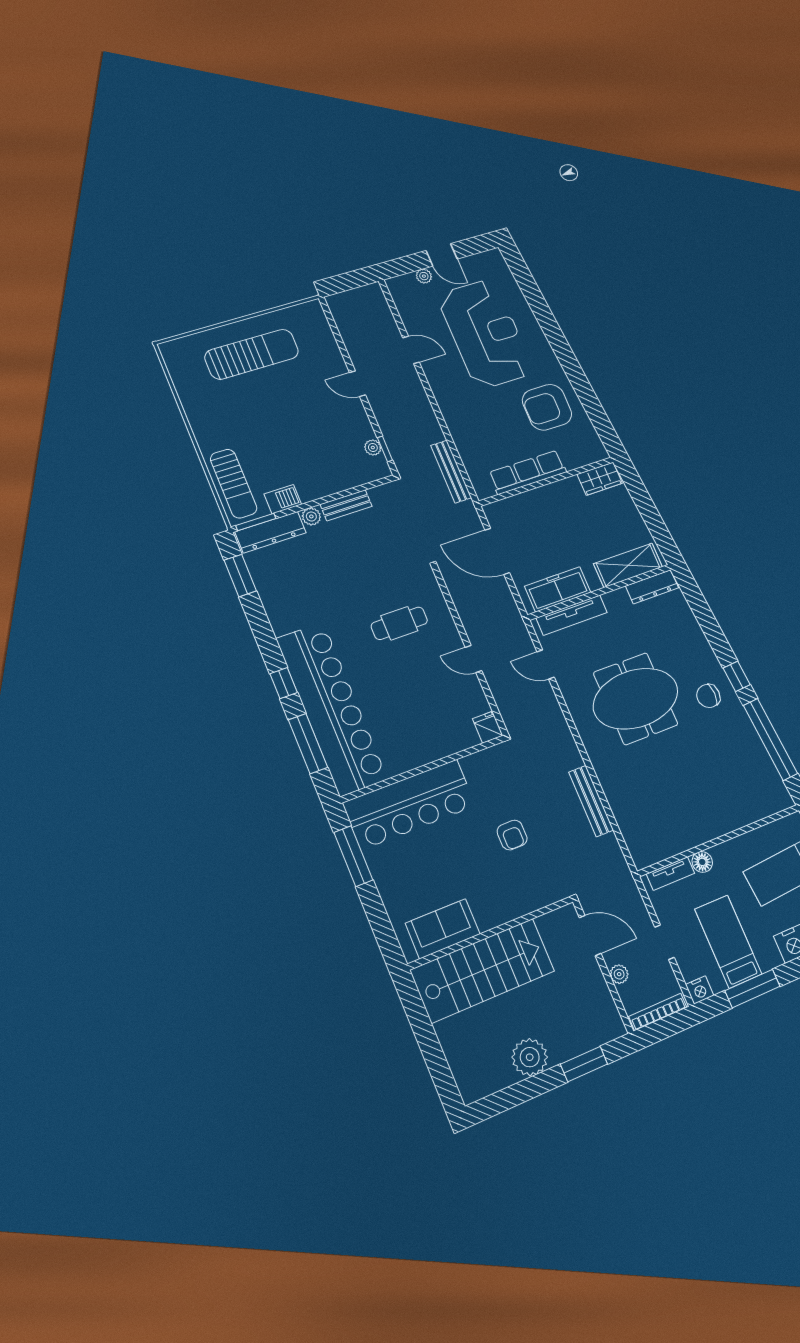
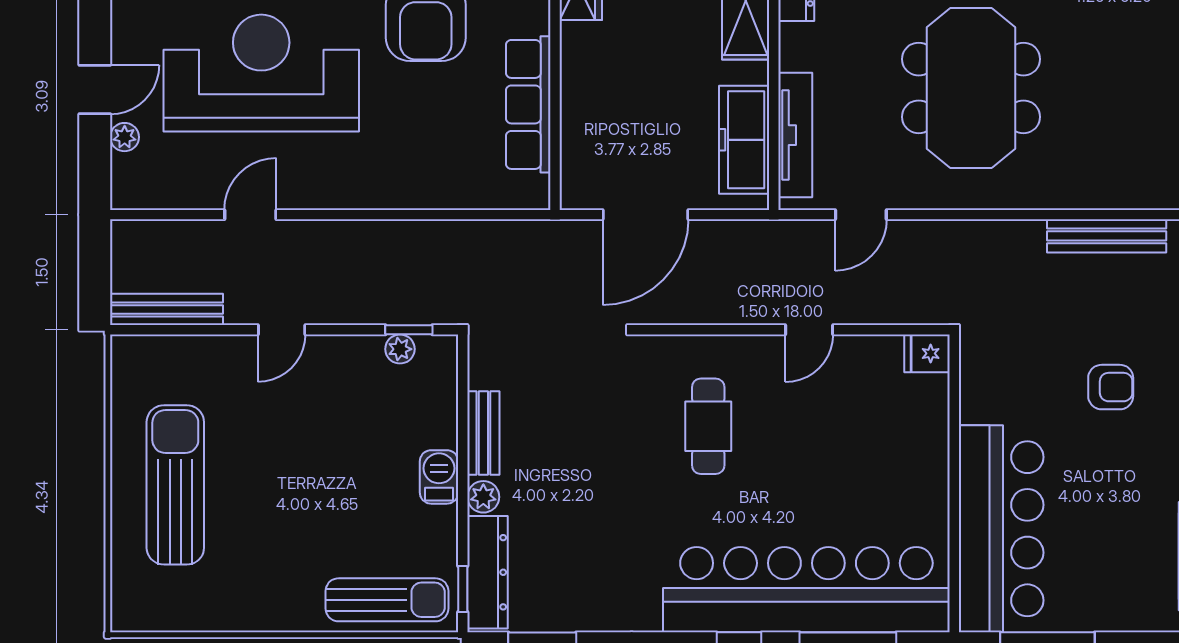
bench: (451, 472) -> (166, 309), moved
barbecue: (283, 499) -> (439, 477), moved
window: (256, 522) -> (463, 589), width x0.67

